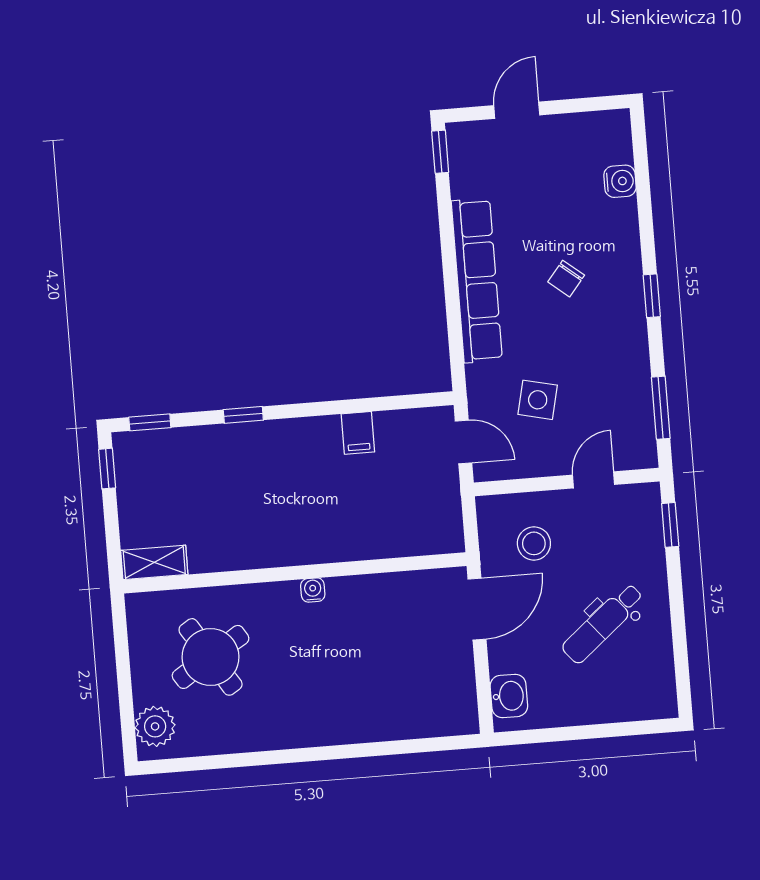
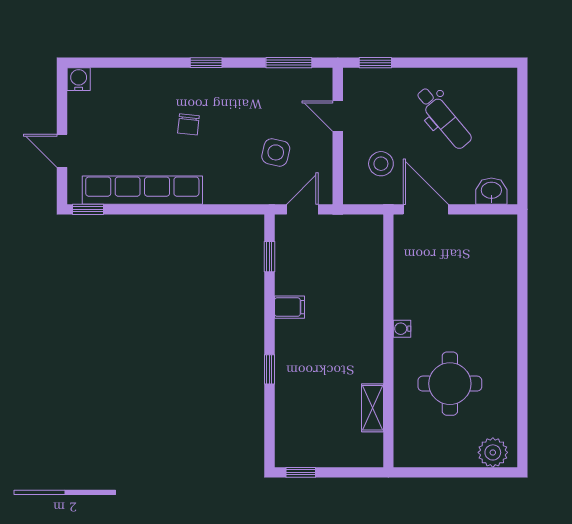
water cooler: (620, 181) -> (79, 79), moved
chair: (566, 279) -> (188, 124), turned 57
row of seats: (477, 280) -> (142, 190), moved
window: (150, 422) -> (269, 257), moved
filing cabinet: (358, 433) -> (289, 307), moved
shelving: (154, 562) -> (372, 408), moved
round table: (211, 657) -> (450, 384), moved, turned 32

